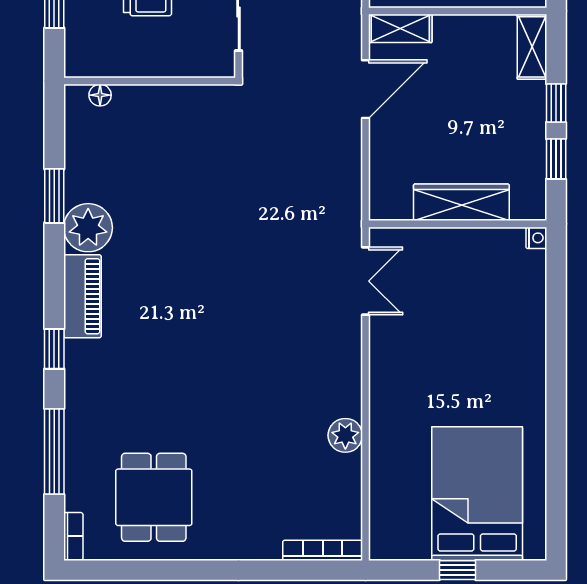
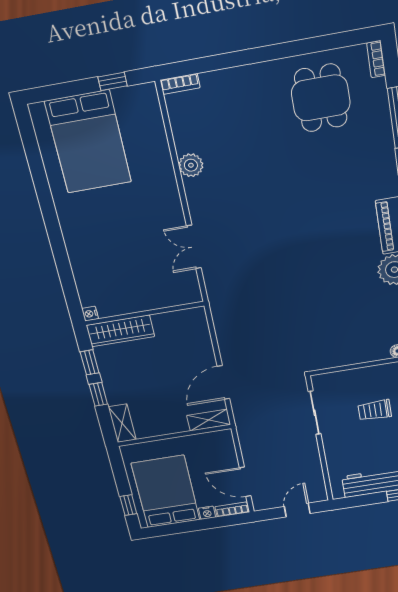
wardrobe: (461, 202) -> (120, 331), moved
double door: (366, 281) -> (194, 247), moved
bookcase: (323, 550) -> (180, 84), width x0.64
window: (458, 570) -> (113, 81), moved

